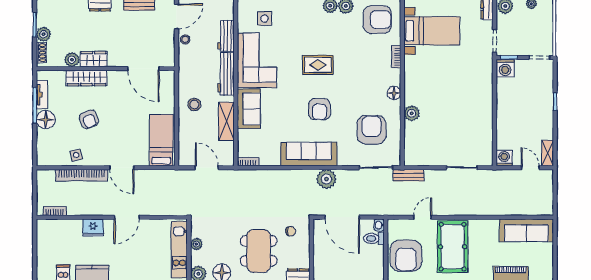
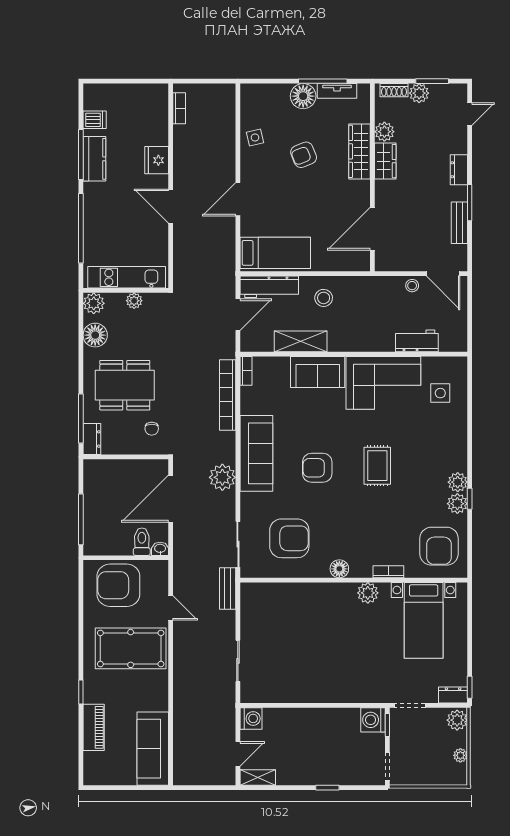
workbench: (226, 74) -> (269, 287), moved, turned 180
plant: (412, 113) -> (368, 593), moved
bookcase: (82, 175) -> (228, 395), moved

